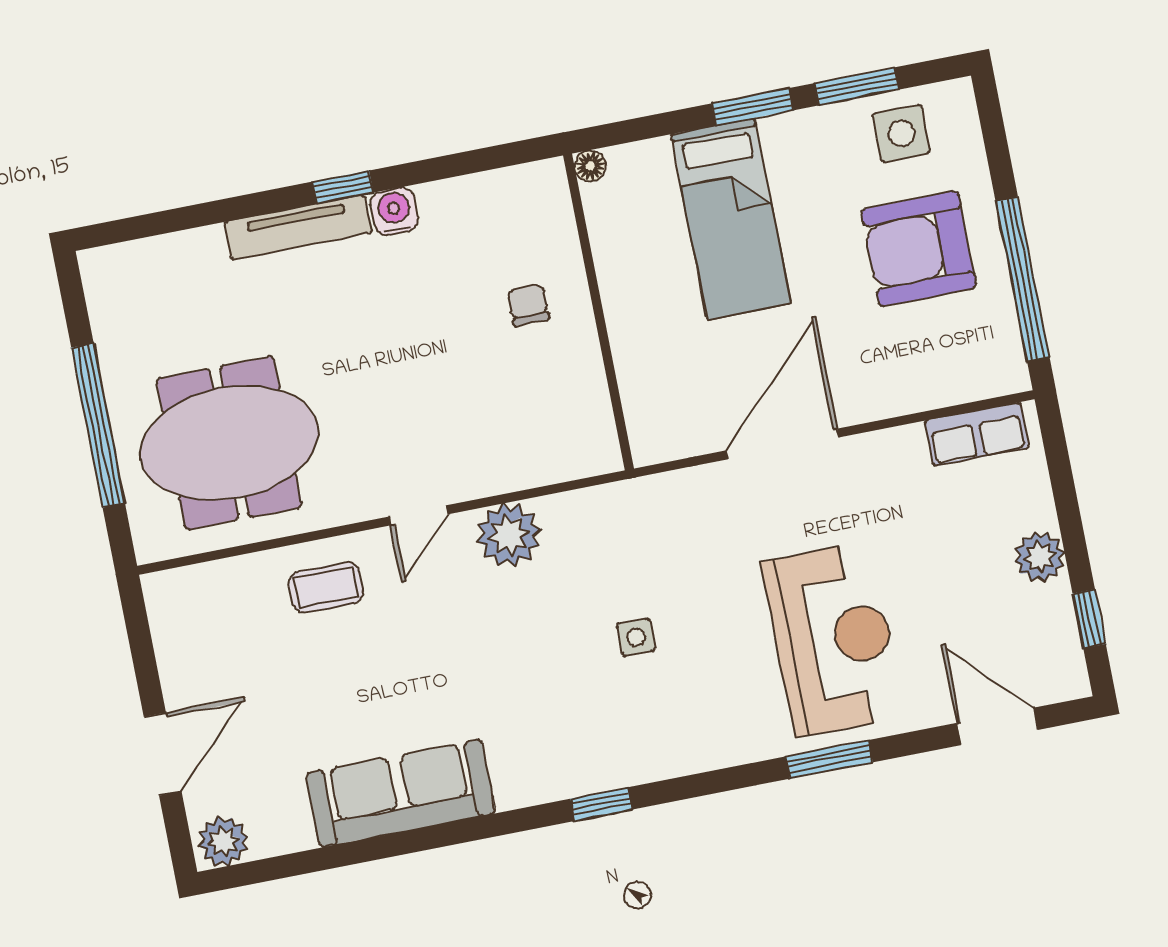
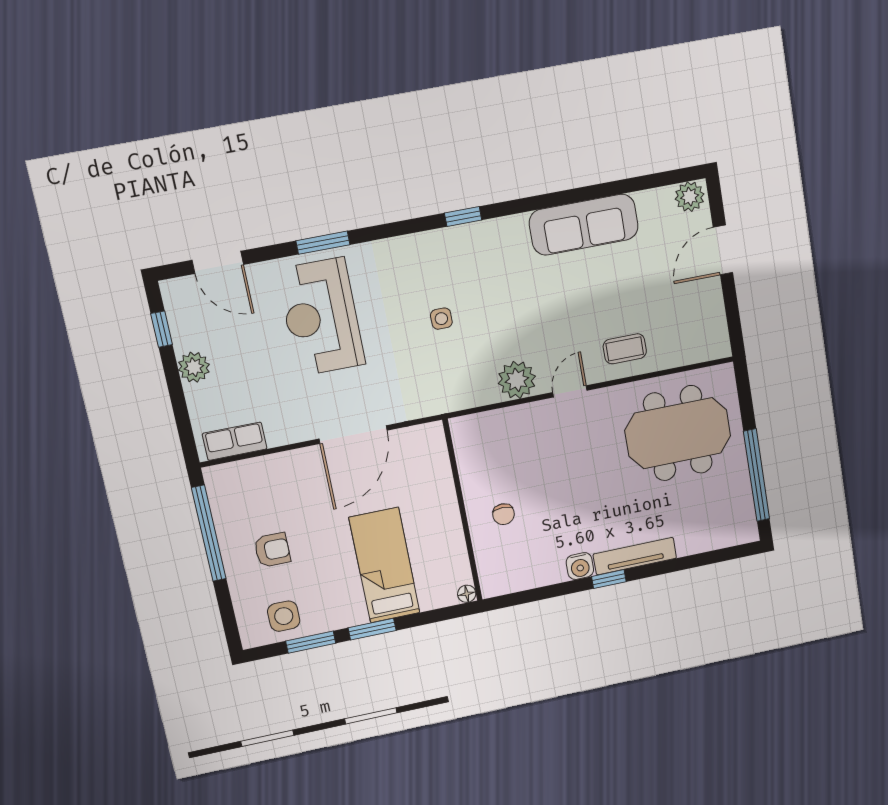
armchair: (919, 249) -> (272, 550), width x0.53, depth x0.53
window: (98, 425) -> (757, 475), moved

